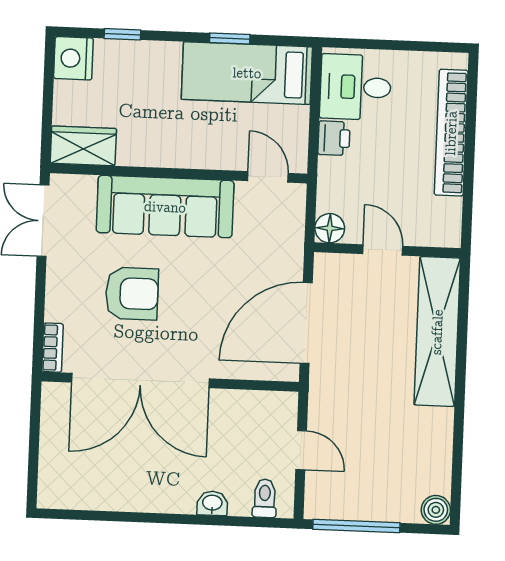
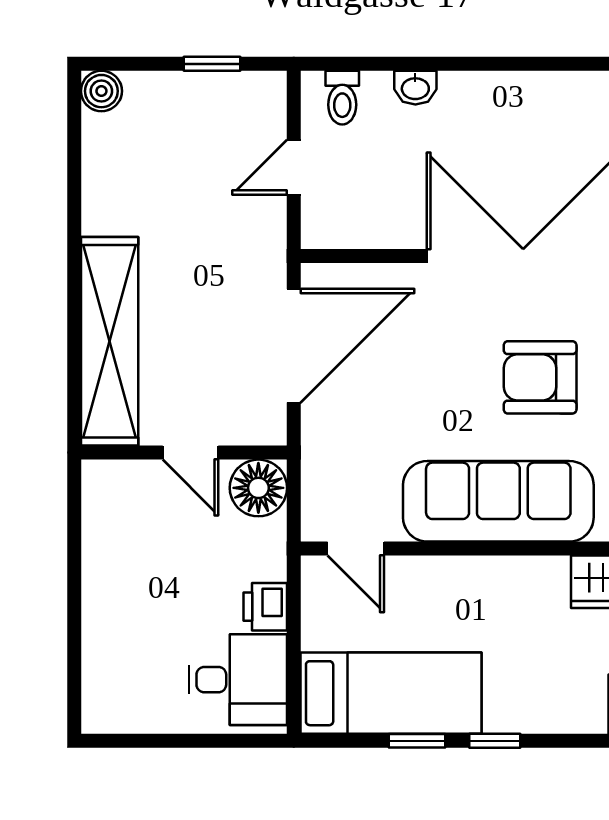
window: (122, 34) -> (495, 741), moved
bookcase: (451, 133) -> (101, 621), removed
floor lamp: (330, 228) -> (258, 488), width x1.38, depth x1.38
door: (301, 450) -> (294, 167), hinge flipped
window: (356, 526) -> (212, 64), width x0.46

